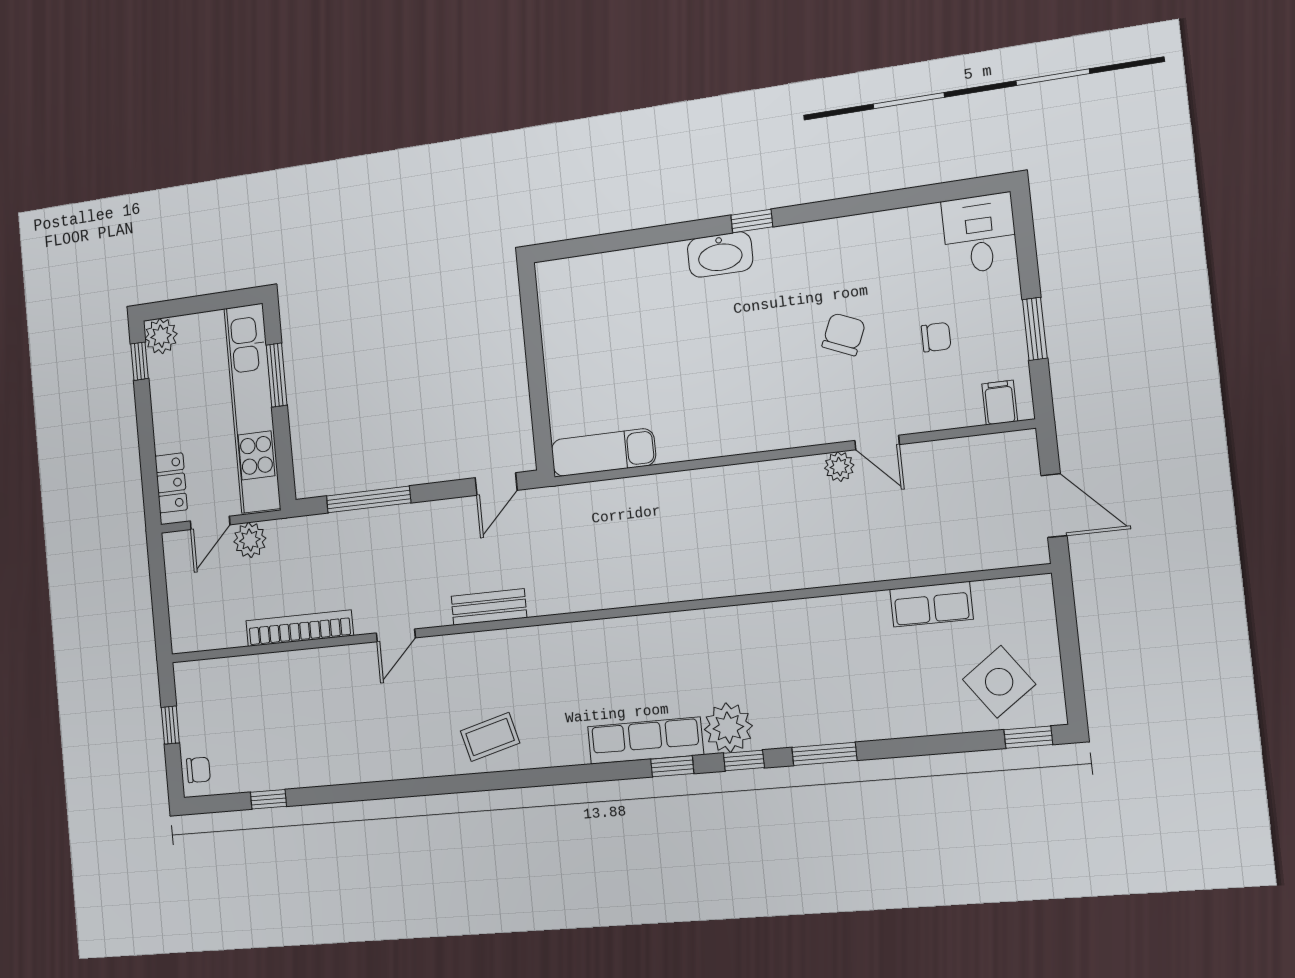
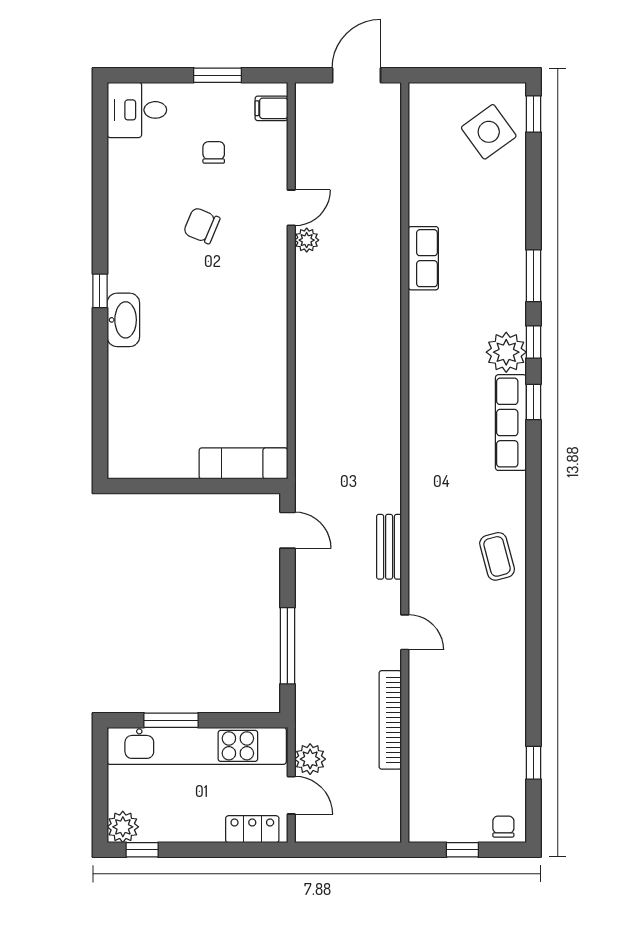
exam couch: (603, 452) -> (243, 463), moved, turned 90
row of seats: (931, 604) -> (423, 258), moved

